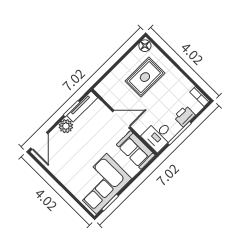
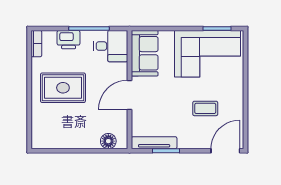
floor lamp: (145, 46) -> (108, 141), moved
rug: (145, 77) -> (63, 88), moved
door: (121, 119) -> (130, 95), hinge flipped
plant: (66, 126) -> (187, 140), removed
coffee table: (73, 153) -> (205, 108), added

